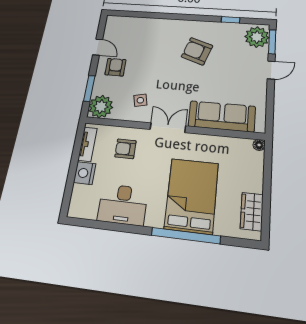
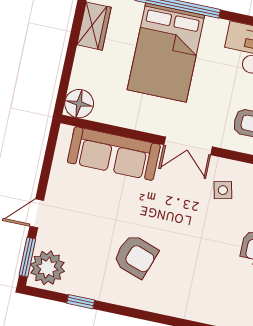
floor lamp: (259, 145) -> (79, 104), width x1.89, depth x1.89

